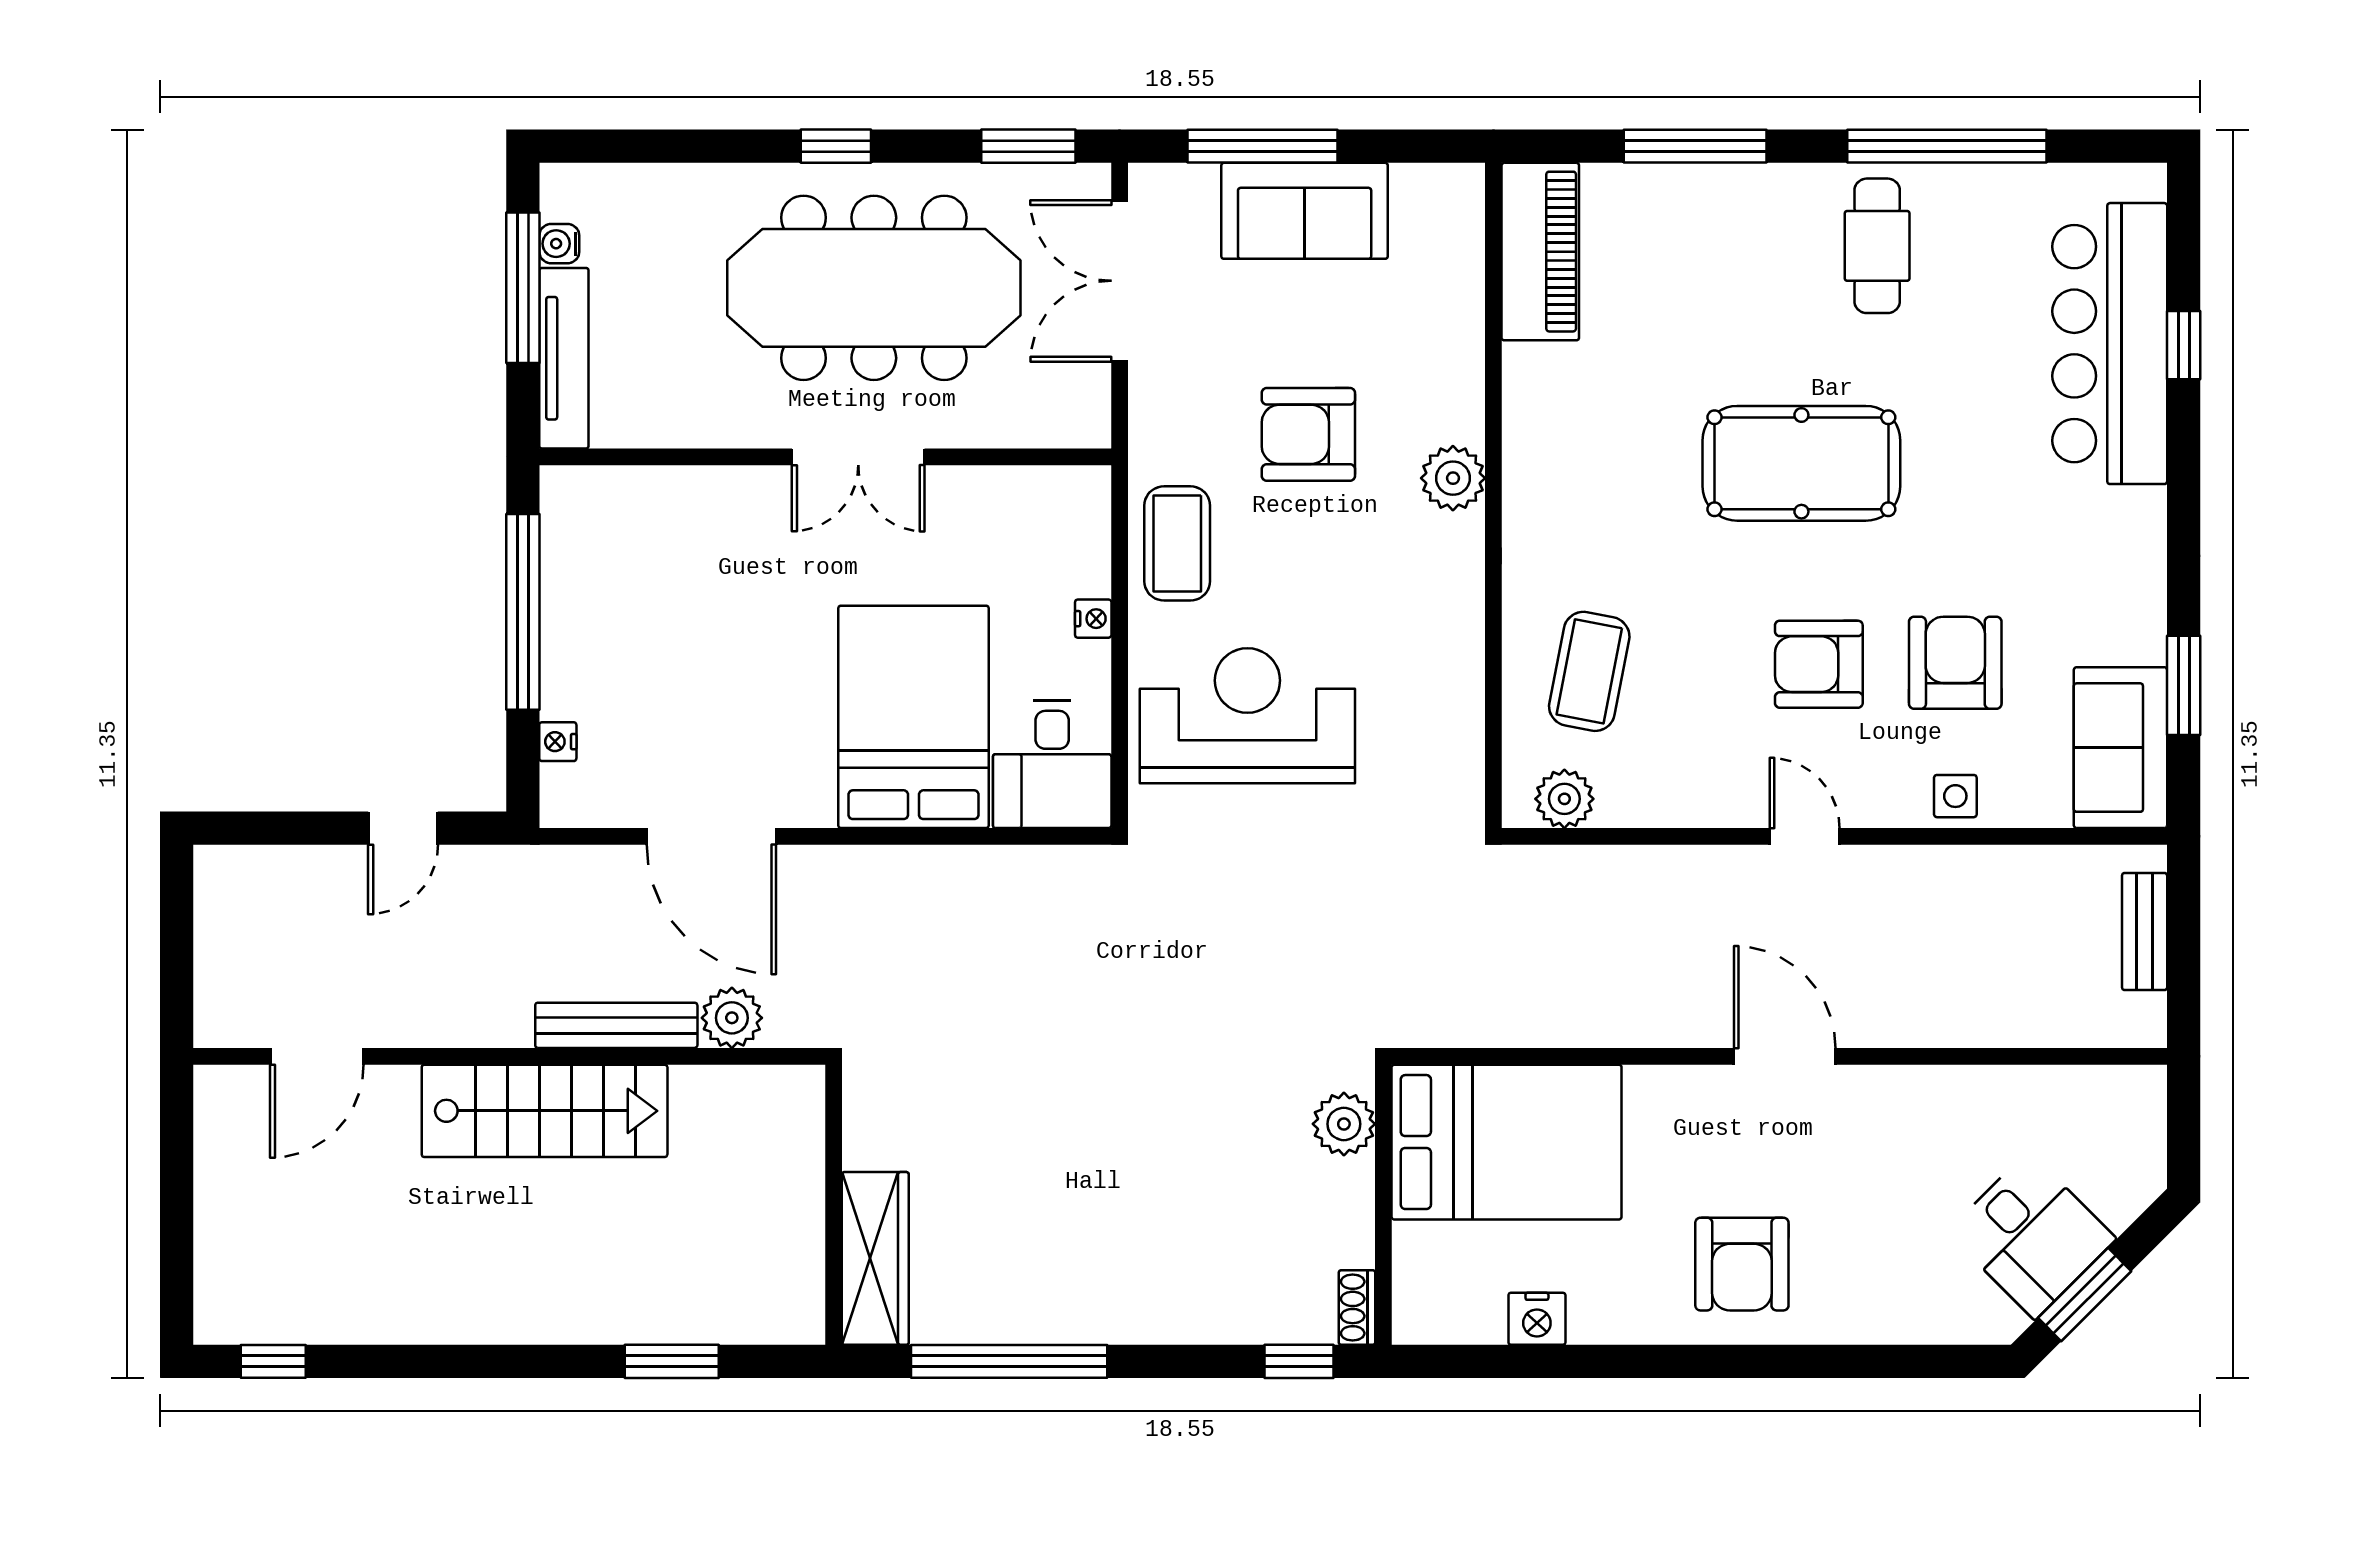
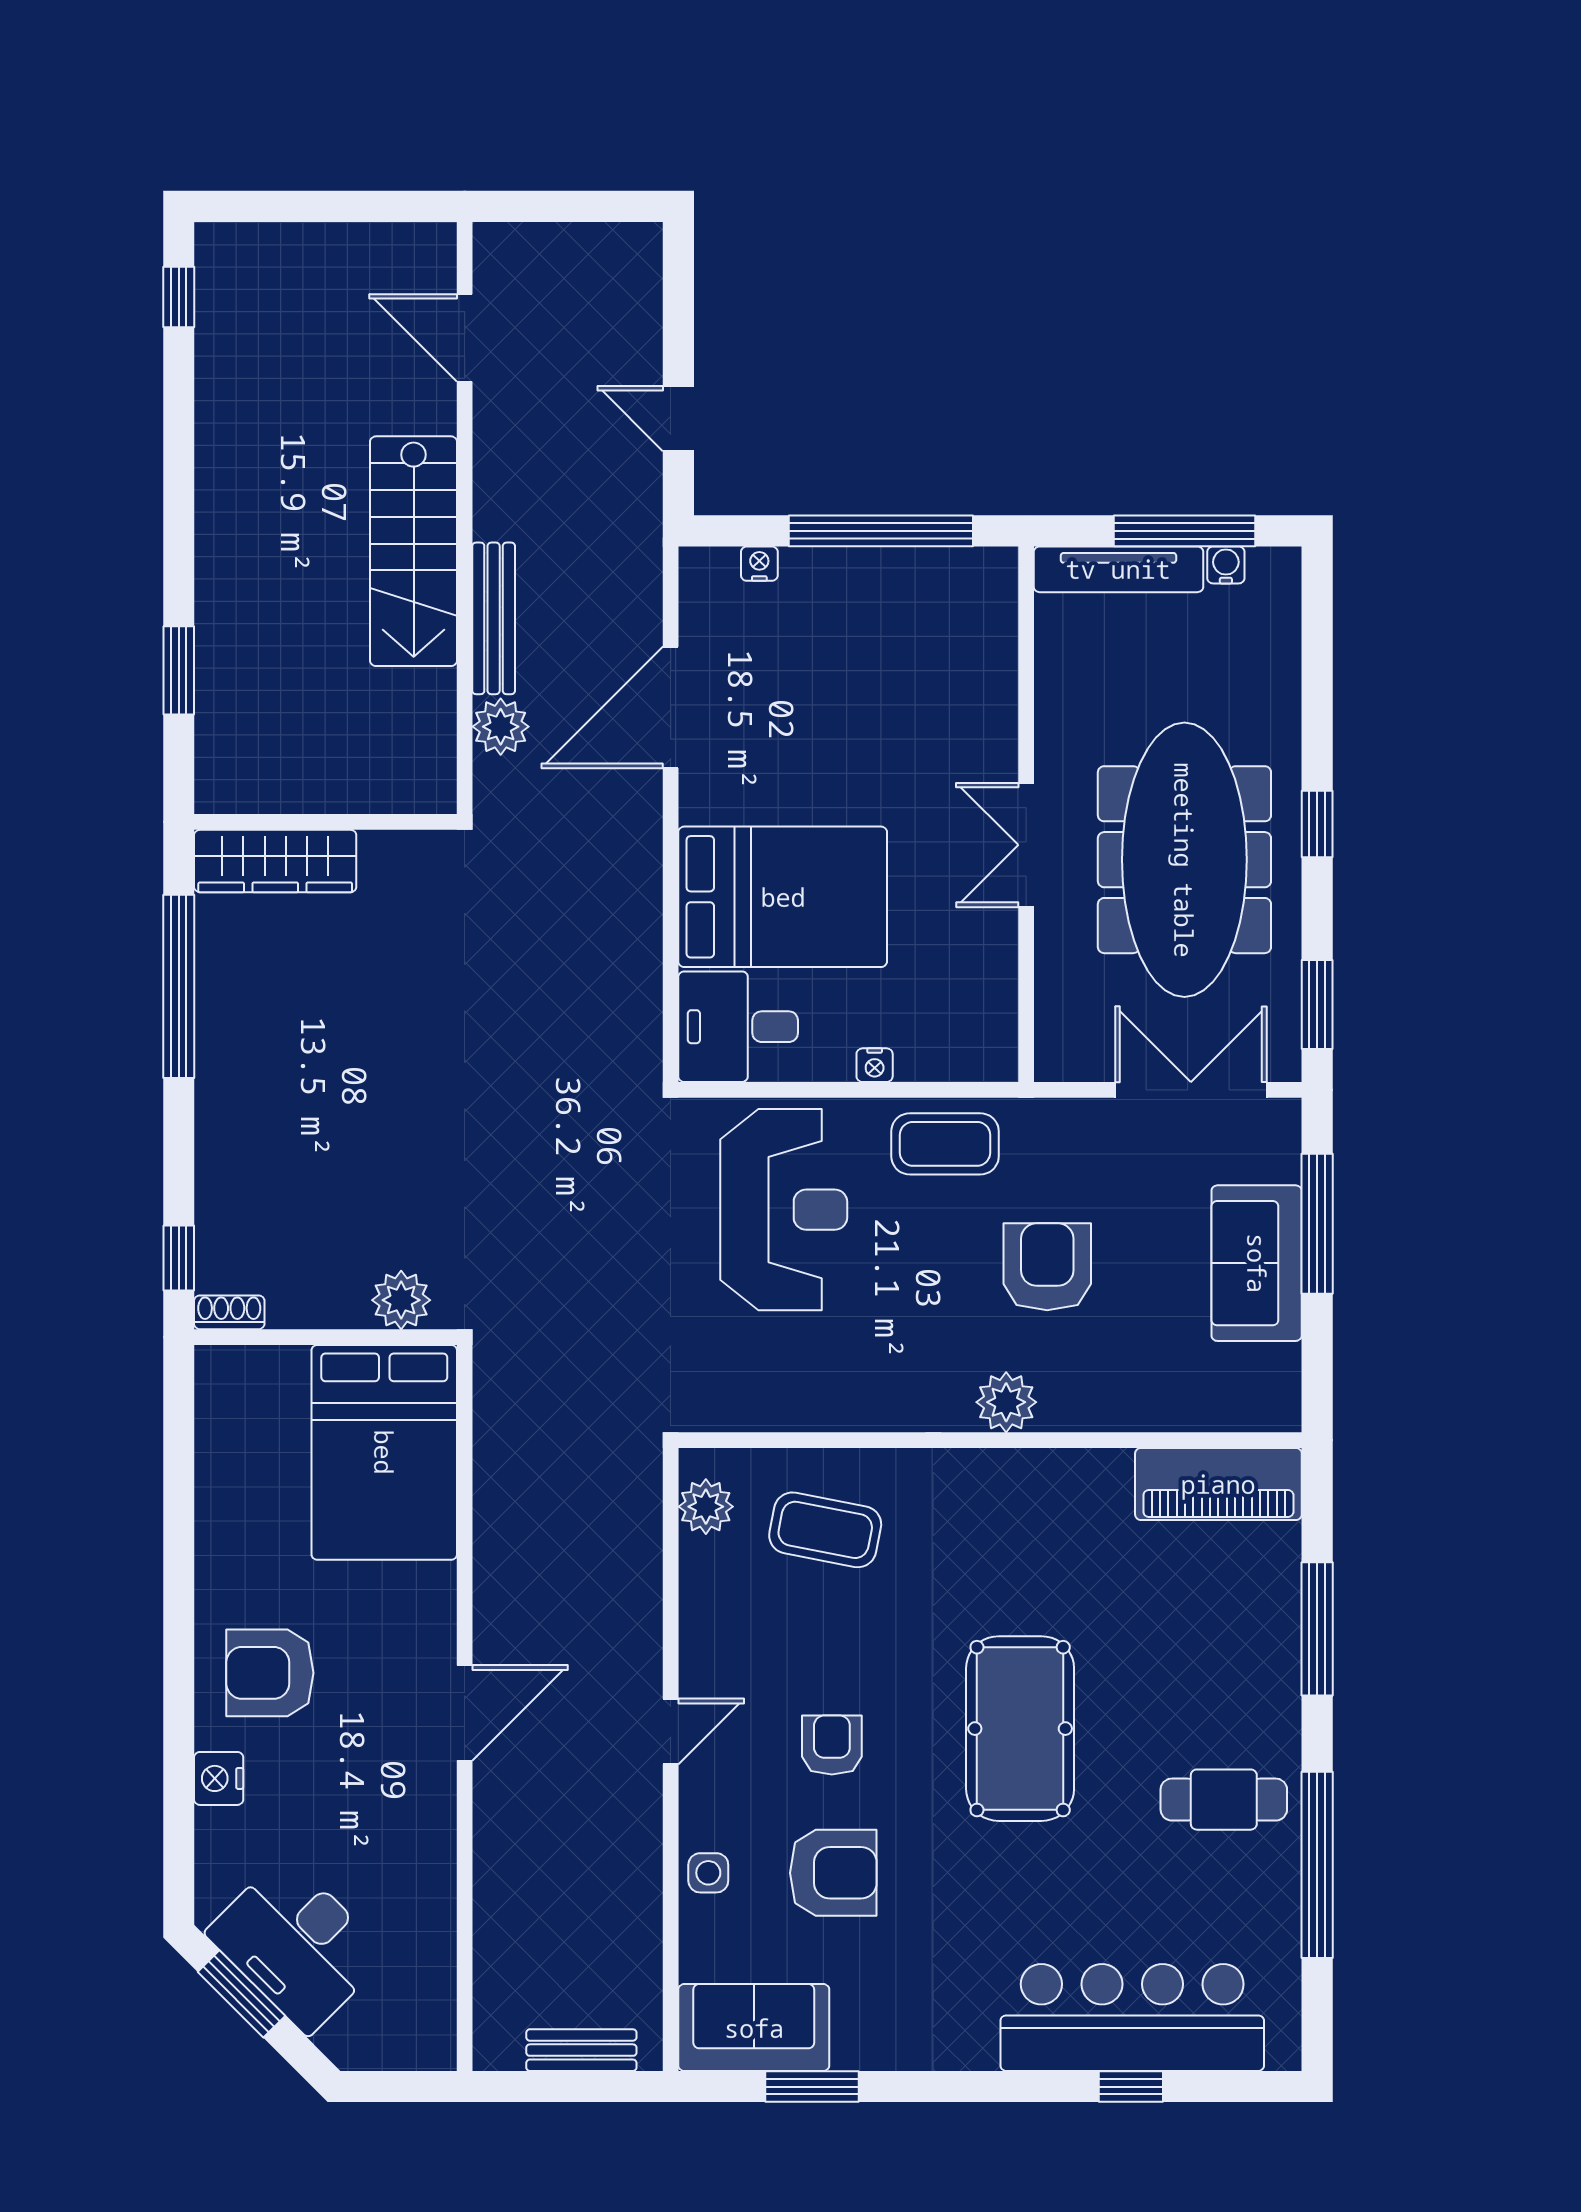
armchair: (1819, 664) -> (832, 1745), width x0.72, depth x0.72
desk: (2032, 1235) -> (297, 1944), width x1.37
nightstand: (1537, 1319) -> (219, 1778), moved

